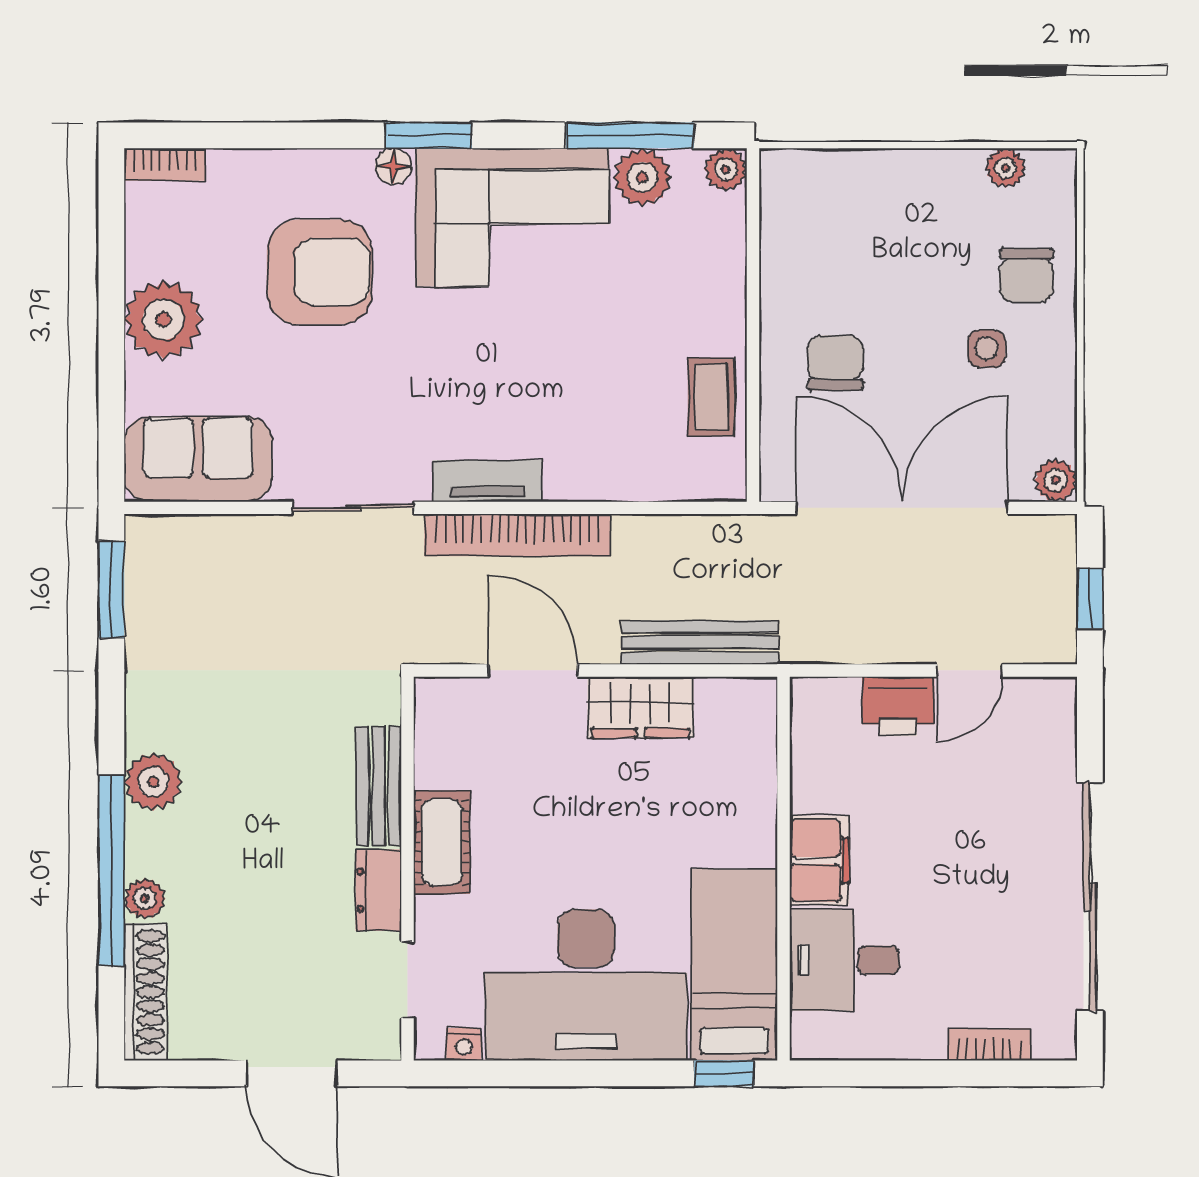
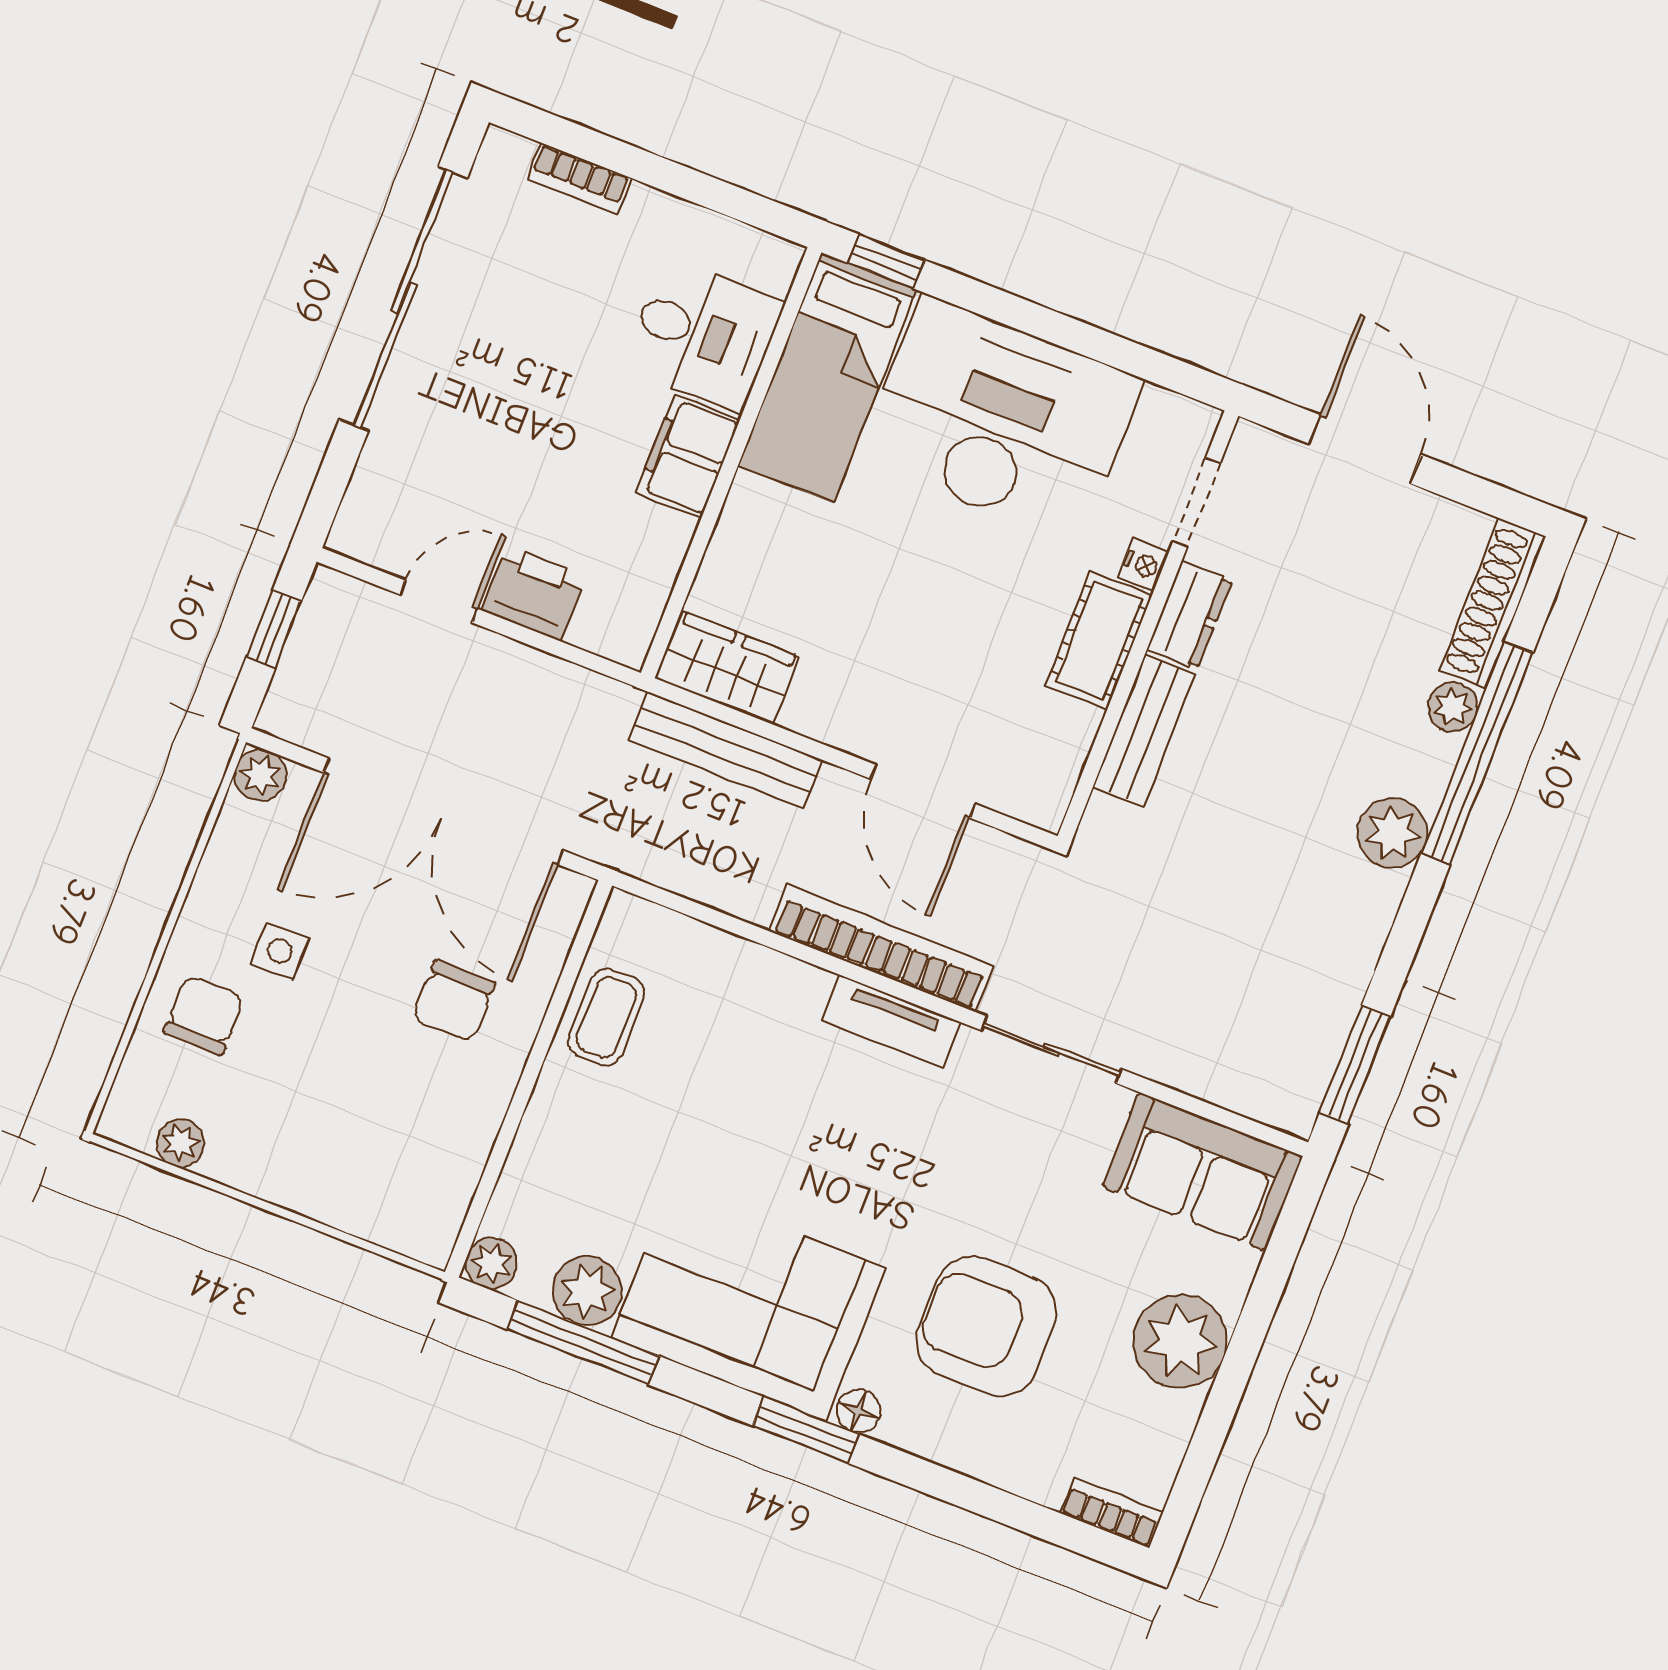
wardrobe: (641, 707) -> (728, 668), moved
nightstand: (464, 1044) -> (1143, 565), moved, turned 90

